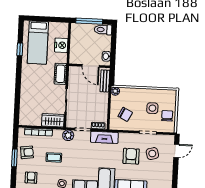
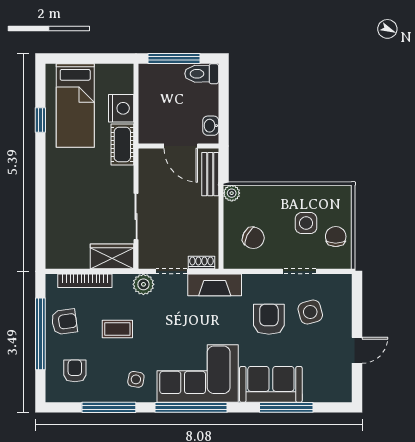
cot: (60, 74) -> (122, 145), moved
door: (176, 151) -> (357, 350), moved
window: (14, 158) -> (40, 334), width x2.11

